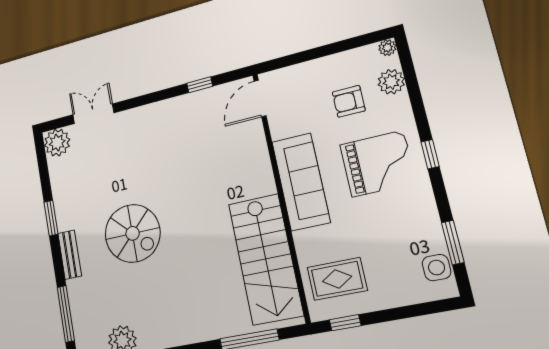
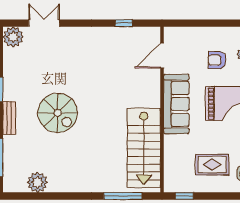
door: (260, 98) -> (162, 56), moved
rug: (337, 279) -> (212, 165), moved

